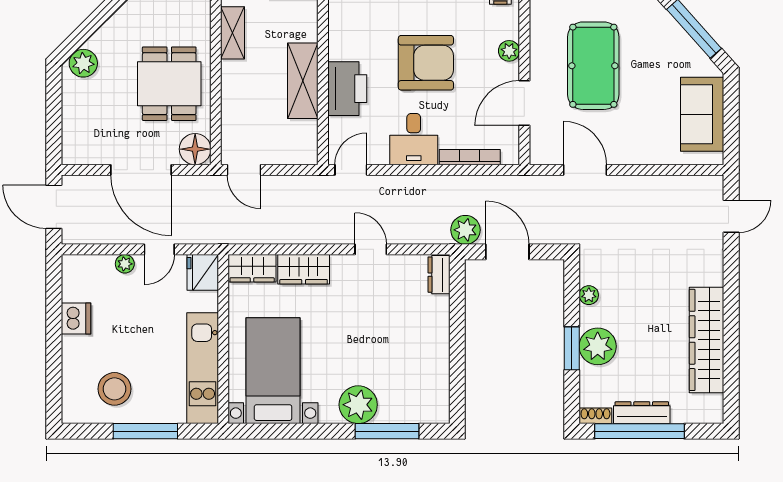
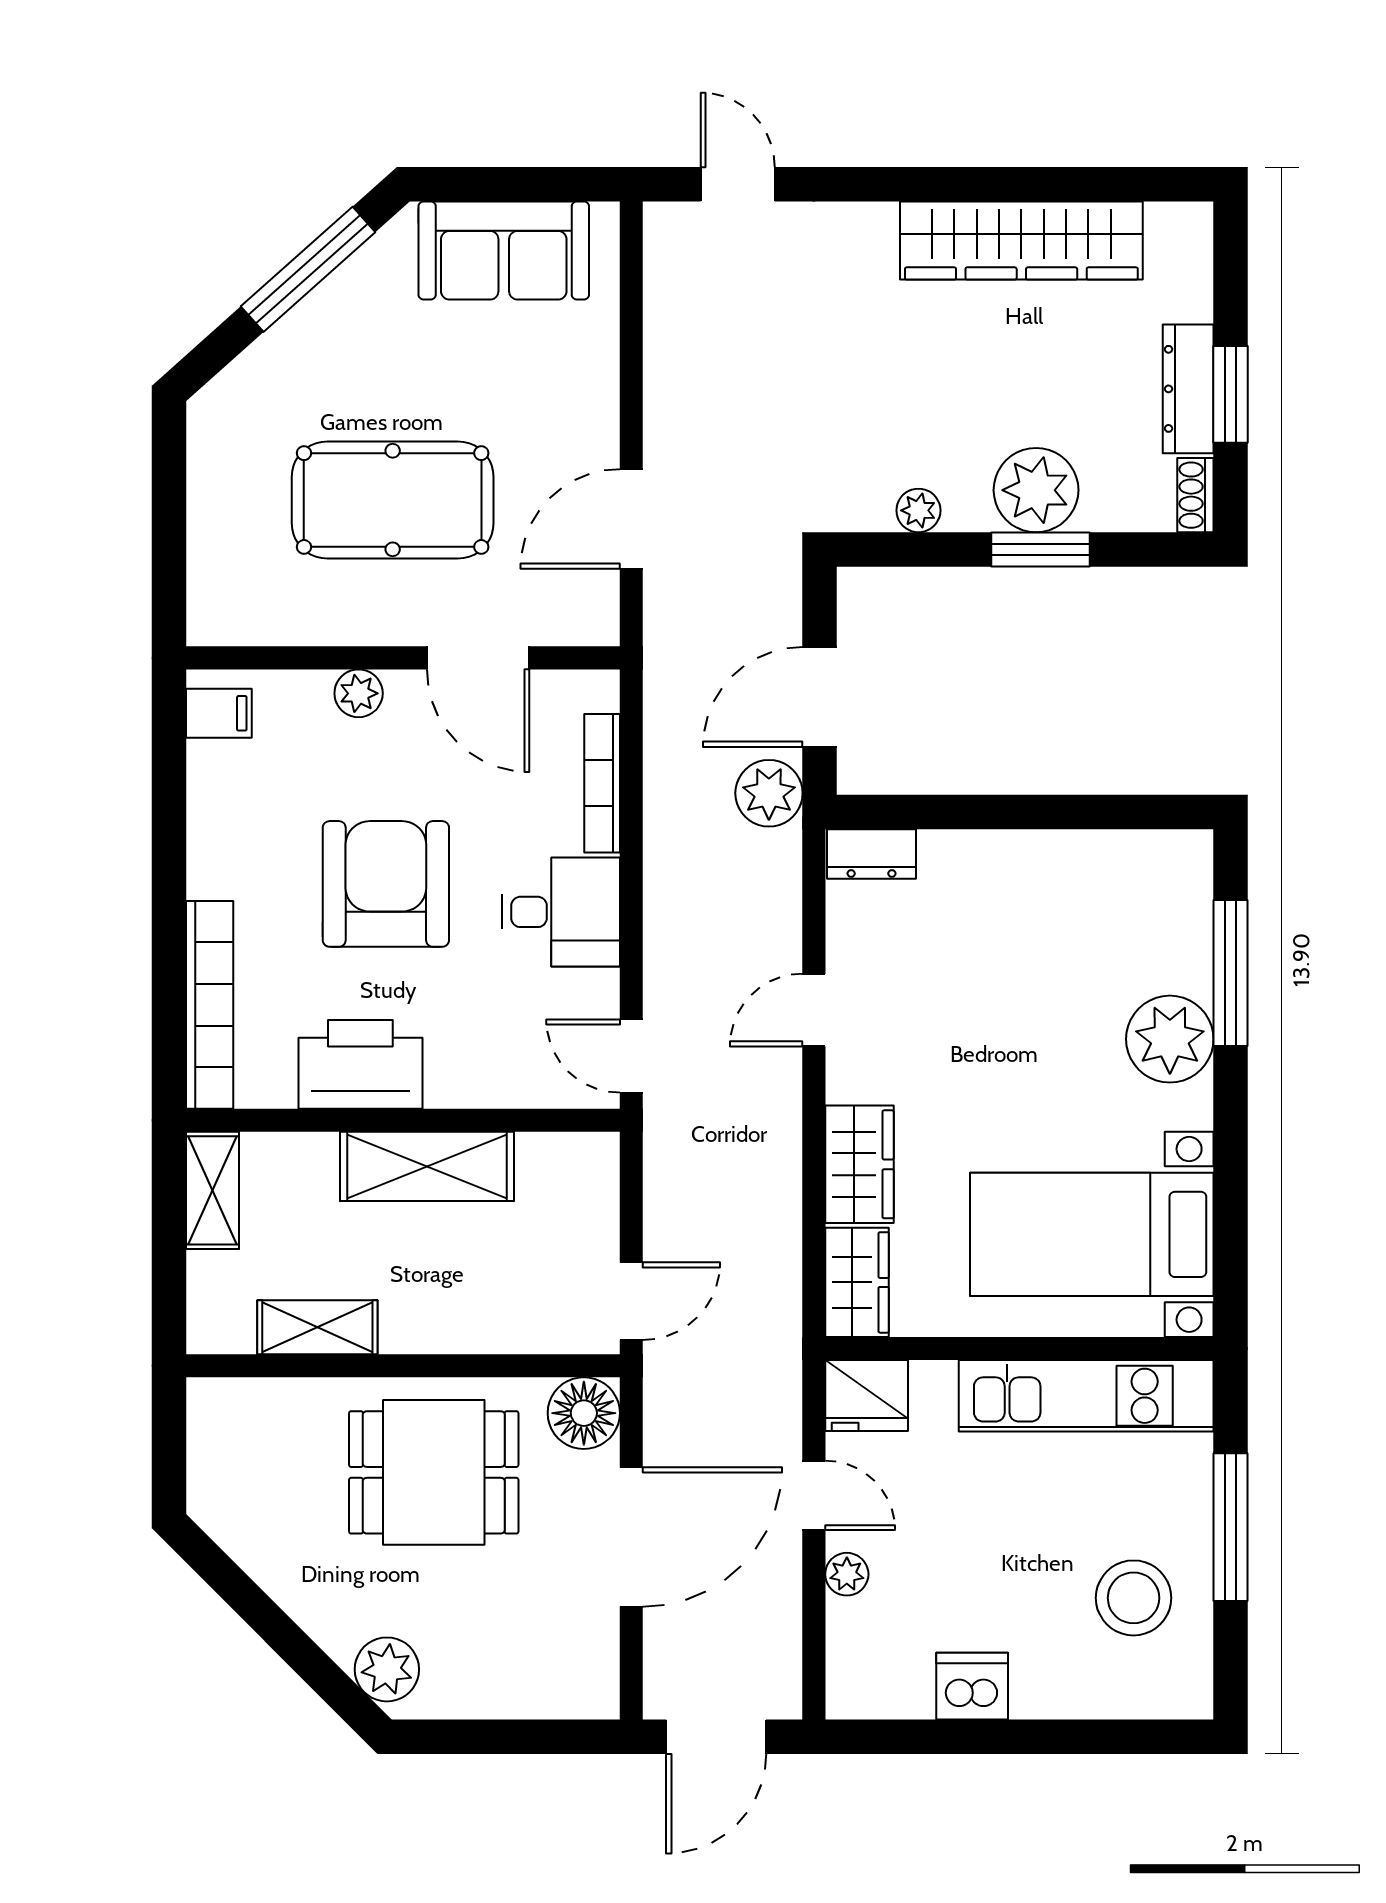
printer: (347, 89) -> (360, 1064), moved
window: (639, 431) -> (1231, 394), width x0.47

